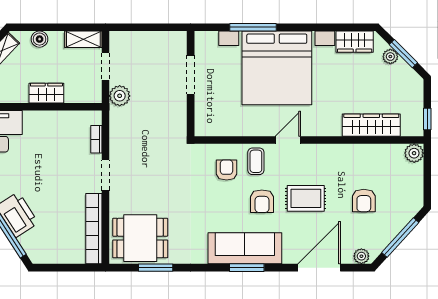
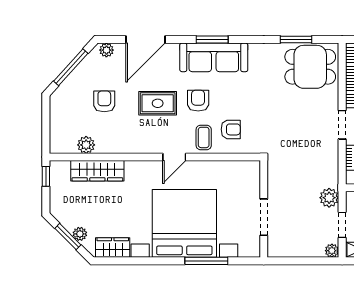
plant: (117, 38) -> (332, 251), added
plant: (414, 153) -> (86, 145), moved
armchair: (227, 170) -> (231, 129), turned -90

